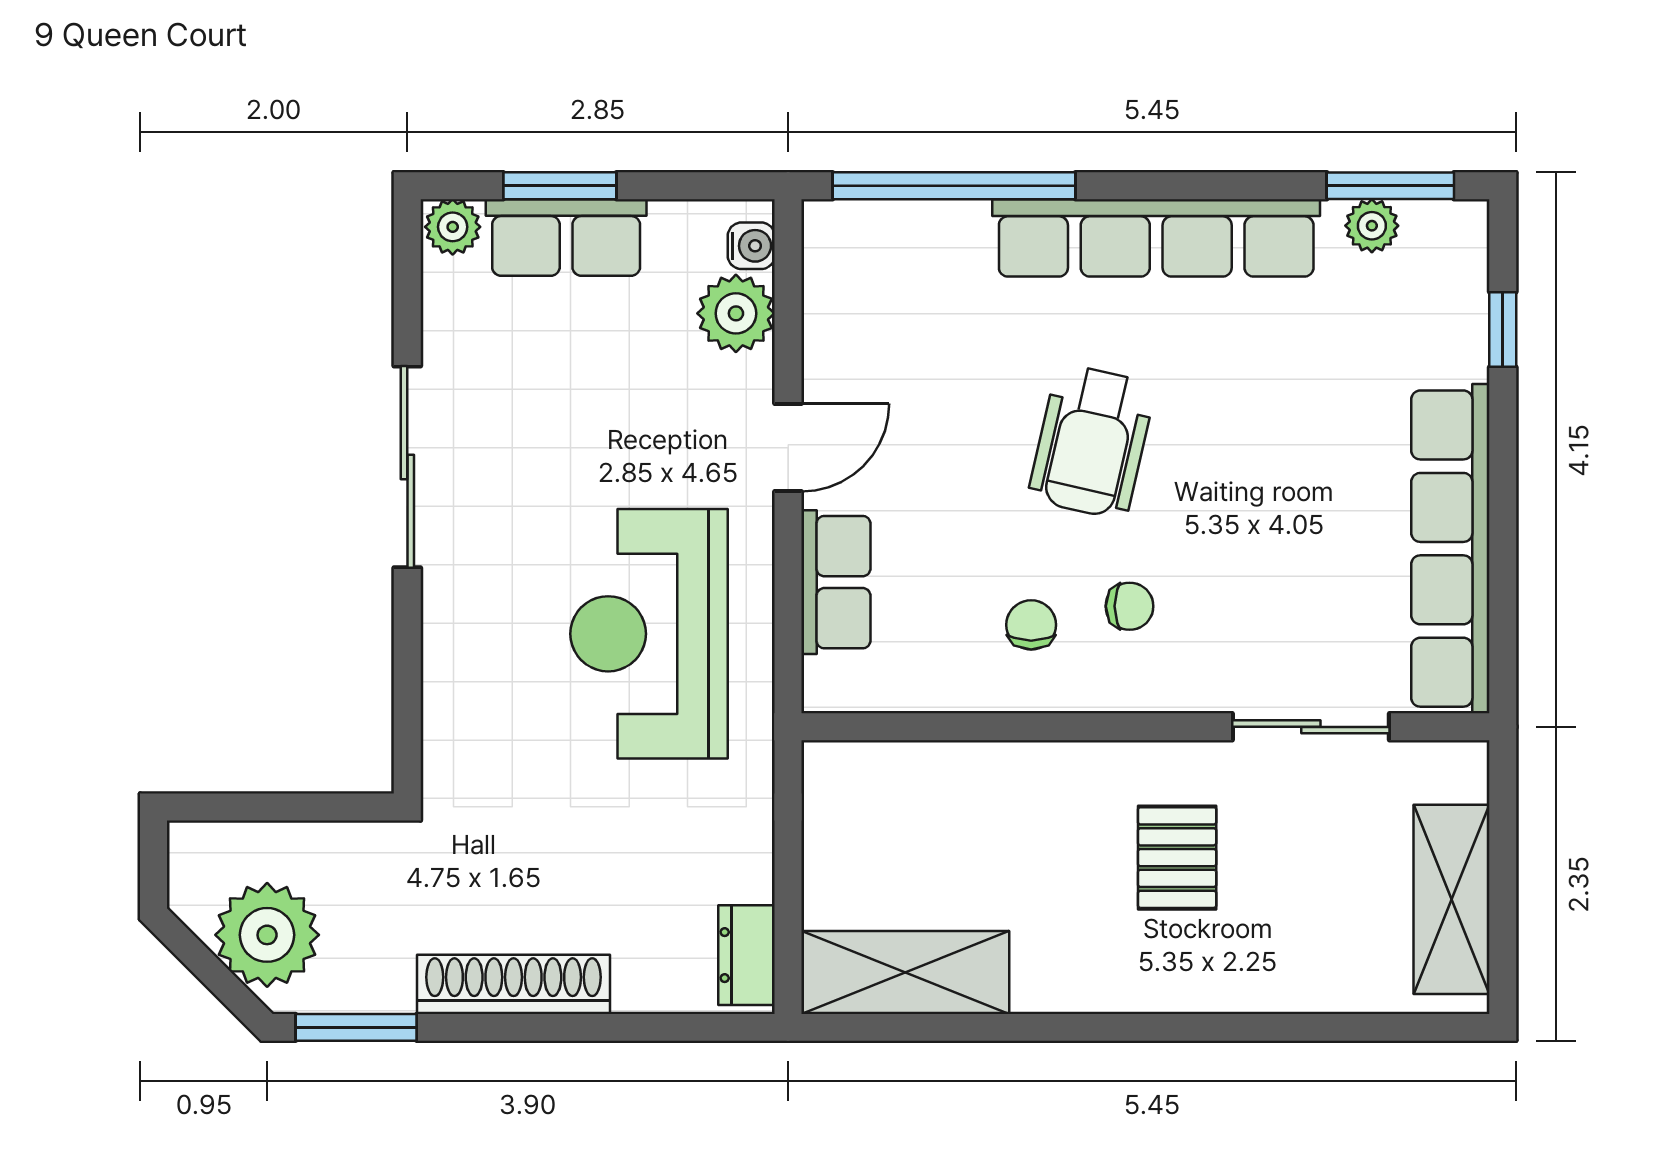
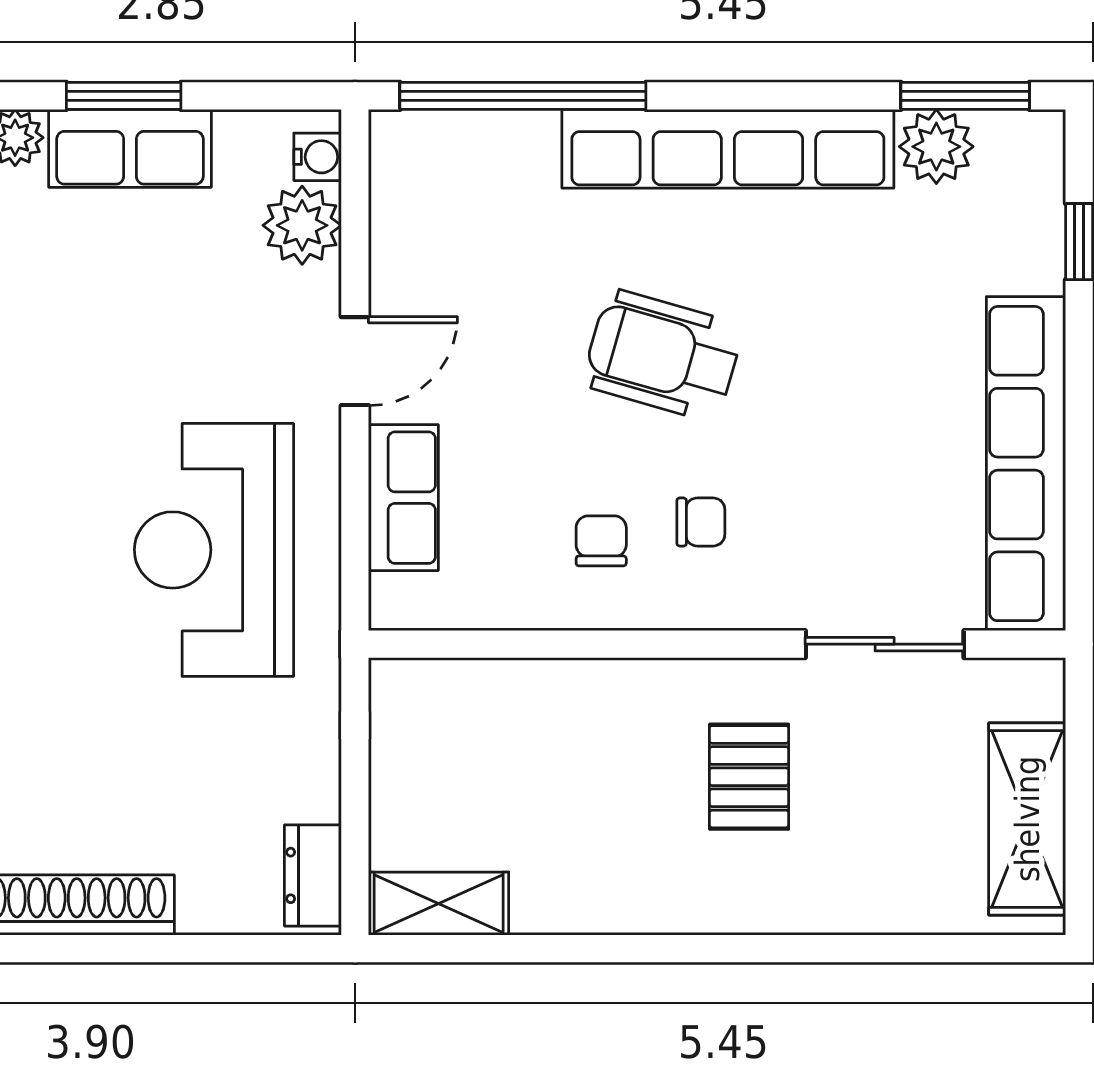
plant: (1372, 226) -> (936, 147), width x1.38, depth x1.38
wheelchair: (1092, 442) -> (663, 355), turned 93
shelving: (905, 973) -> (439, 904), width x0.67, depth x0.75

